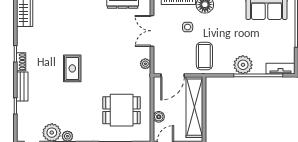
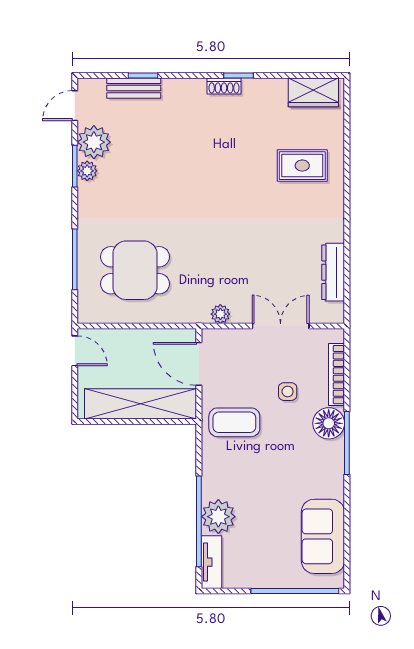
plant: (243, 65) -> (218, 517), moved
rug: (72, 68) -> (302, 166), moved
bench: (22, 86) -> (134, 88), moved
dining table: (122, 110) -> (135, 270), turned 90
boiler: (159, 117) -> (123, 338), removed

